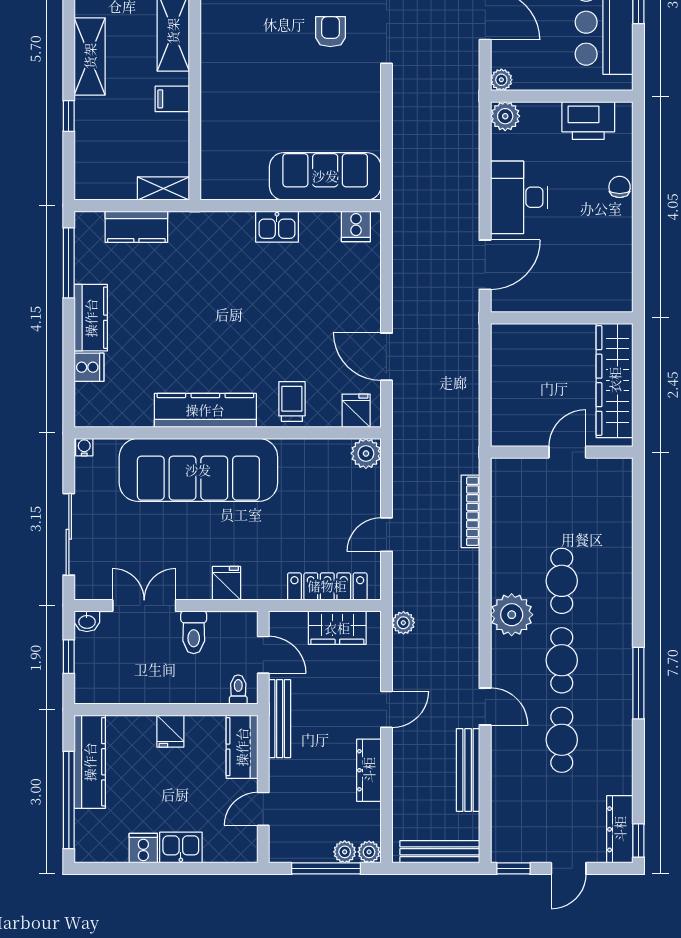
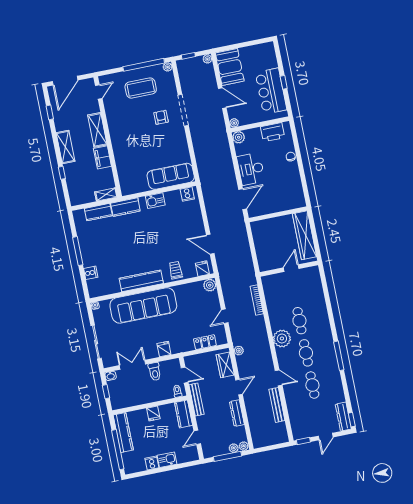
filing cabinet: (172, 99) -> (102, 157), width x2.00
window: (69, 263) -> (78, 251), moved
kitchen counter: (91, 318) -> (125, 207), moved, turned 90
locker: (327, 586) -> (205, 342), width x0.66
wardrobe: (337, 628) -> (225, 365), moved, turned 90
bench: (440, 852) -> (272, 440), removed

